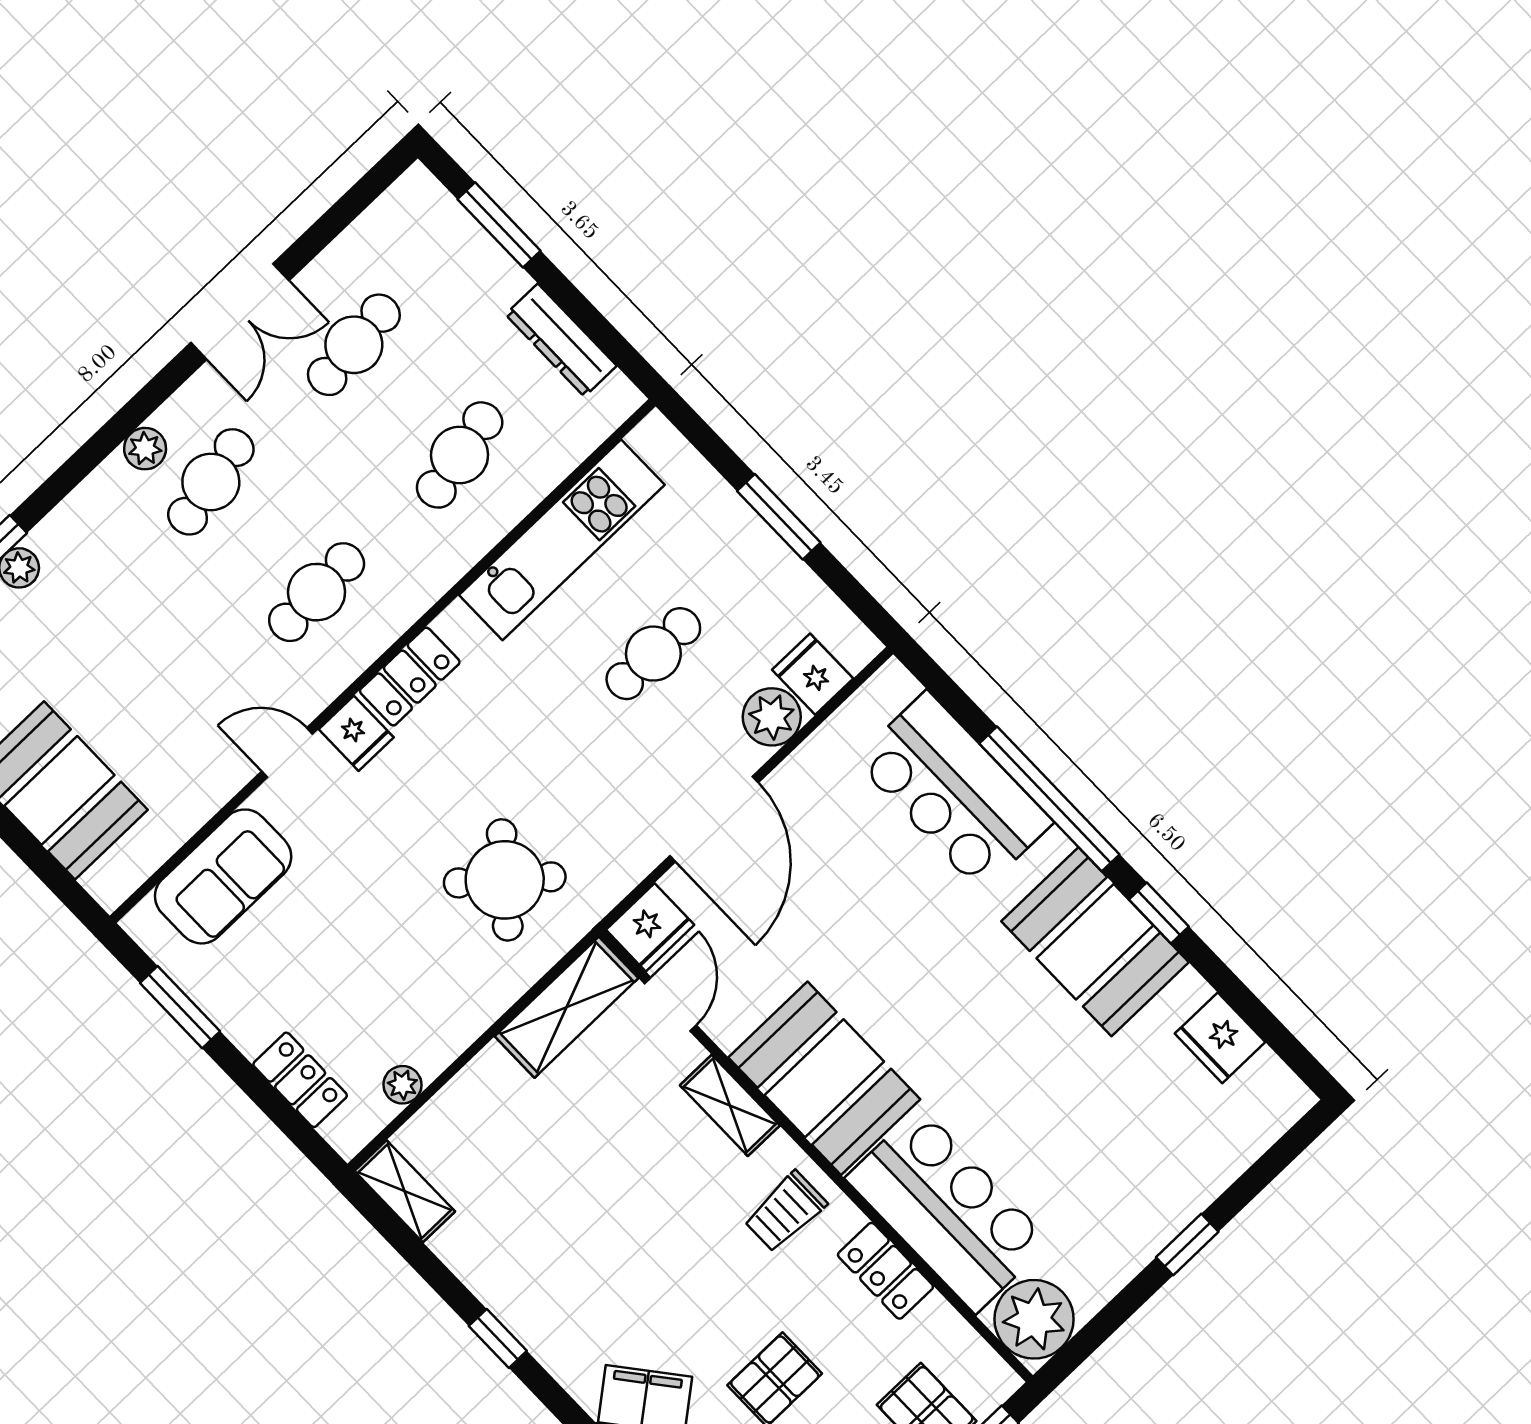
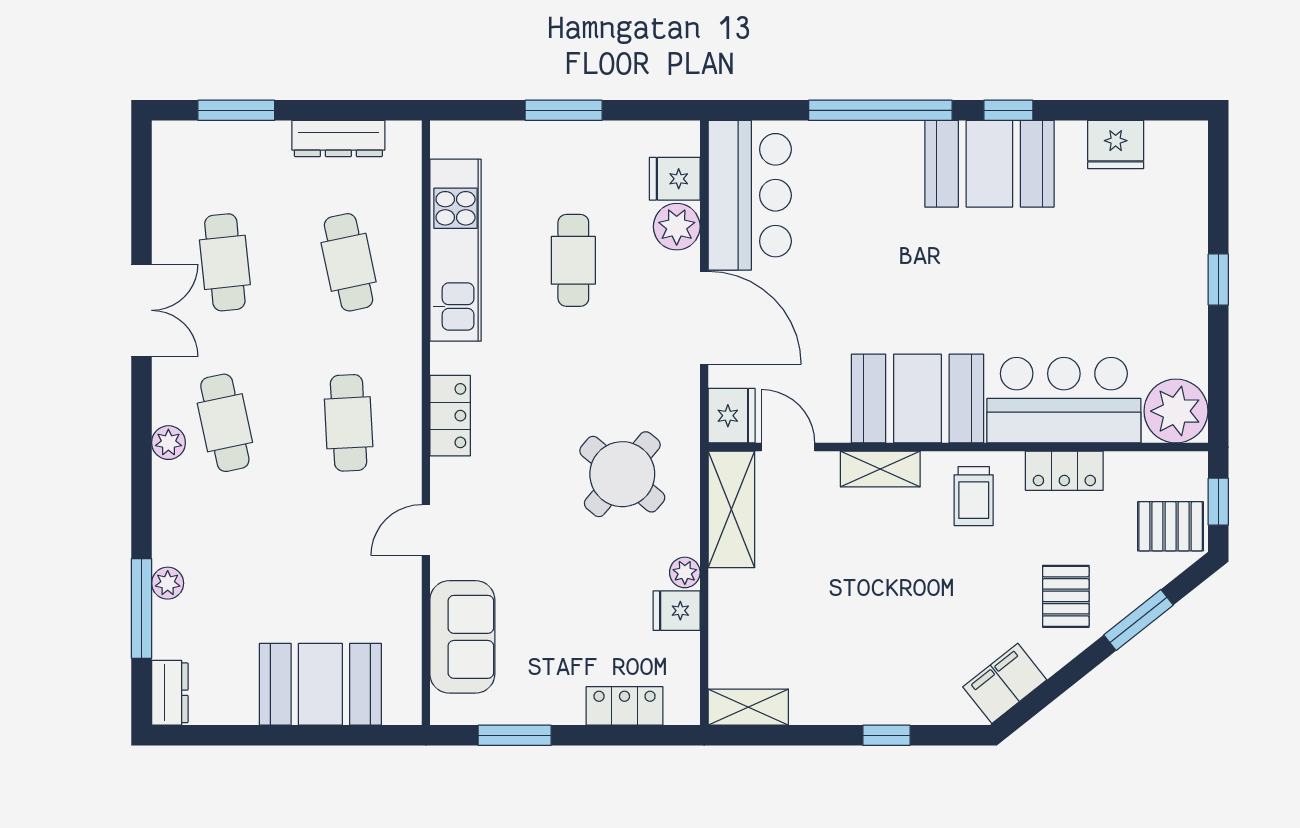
fridge: (356, 733) -> (677, 611), moved, turned 180
bar counter: (954, 791) -> (750, 195), moved, turned -90
plant: (402, 1085) -> (685, 572), moved

